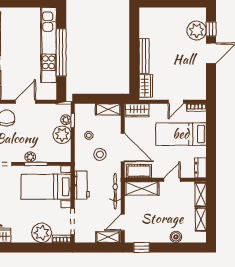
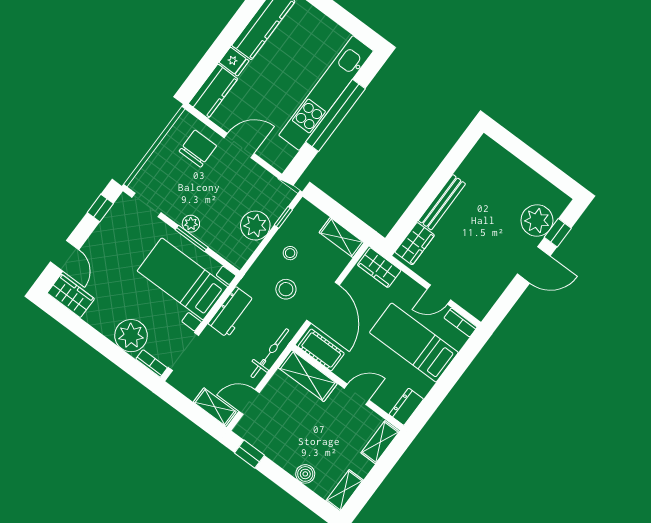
plant: (66, 120) -> (275, 210), removed
shelving: (201, 219) -> (345, 490), moved

